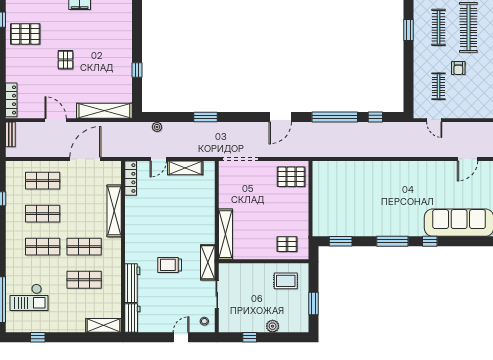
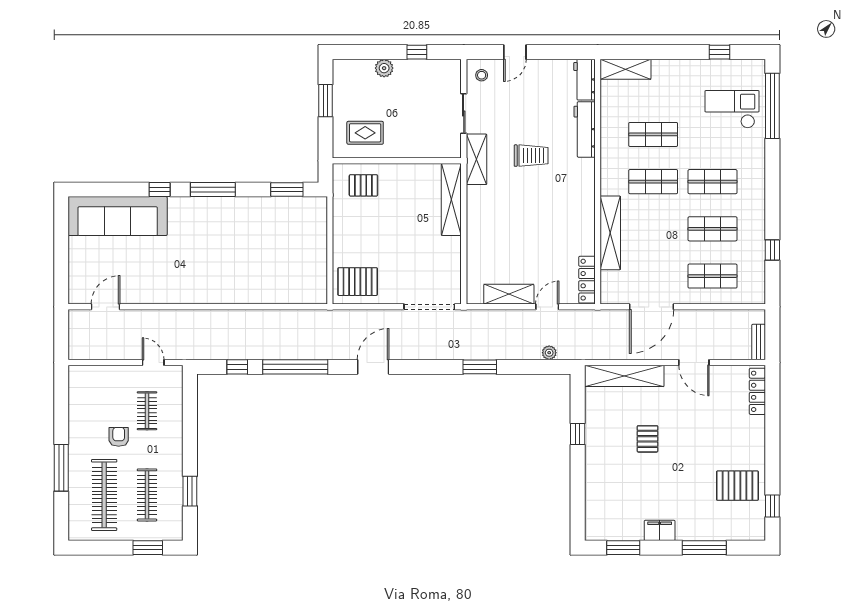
pallet: (66, 60) -> (648, 439), moved

